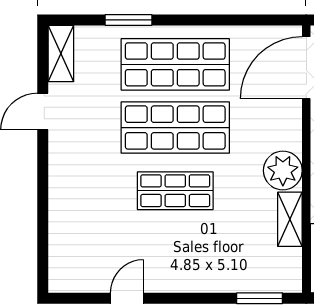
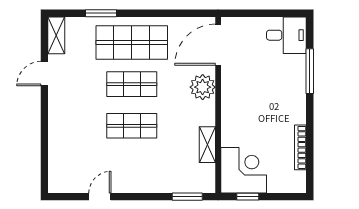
shop shelf: (175, 128) -> (132, 84), width x0.70, depth x0.74
plant: (283, 170) -> (203, 87), moved

